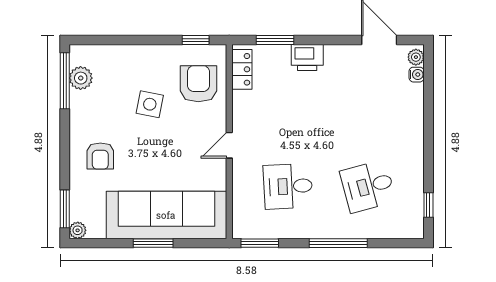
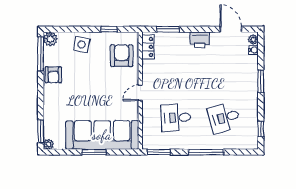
window: (196, 40) -> (109, 29), moved
printer: (307, 57) -> (200, 40), moved
plant: (81, 78) -> (50, 39), moved
side table: (150, 104) -> (82, 45), moved
window: (428, 126) -> (261, 81), added
armchair: (100, 156) -> (53, 75), moved

